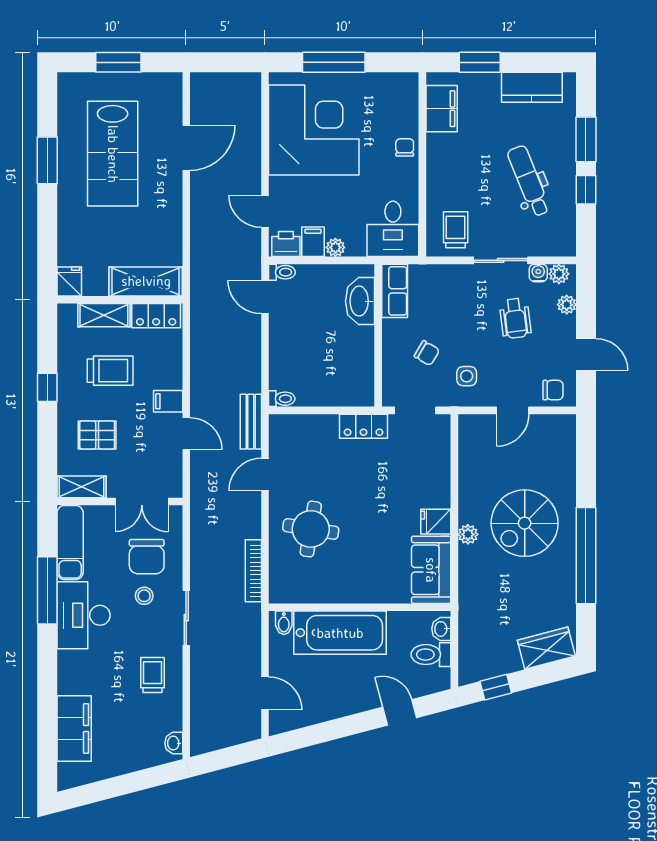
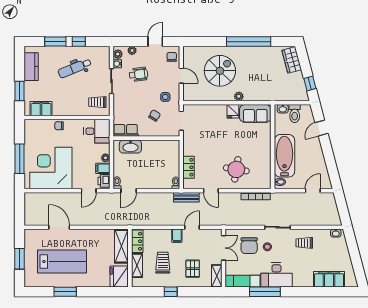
fridge: (69, 281) -> (119, 277), width x1.88, depth x1.34
locker: (363, 426) -> (189, 167), moved
spiral stairs: (525, 523) -> (220, 71), moved, turned -90
chair: (147, 557) -> (249, 246), turned 90

